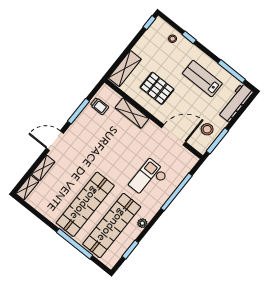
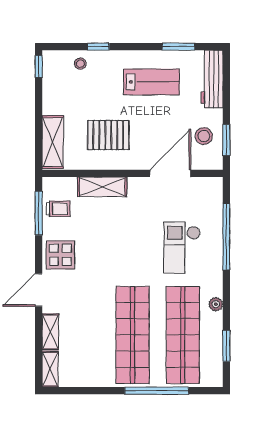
window: (232, 71) -> (178, 47), width x0.69
lab bench: (202, 79) -> (151, 82), turned 180
window: (78, 111) -> (39, 213), moved
display table: (81, 131) -> (60, 255), added
window: (217, 141) -> (226, 140), width x0.69

